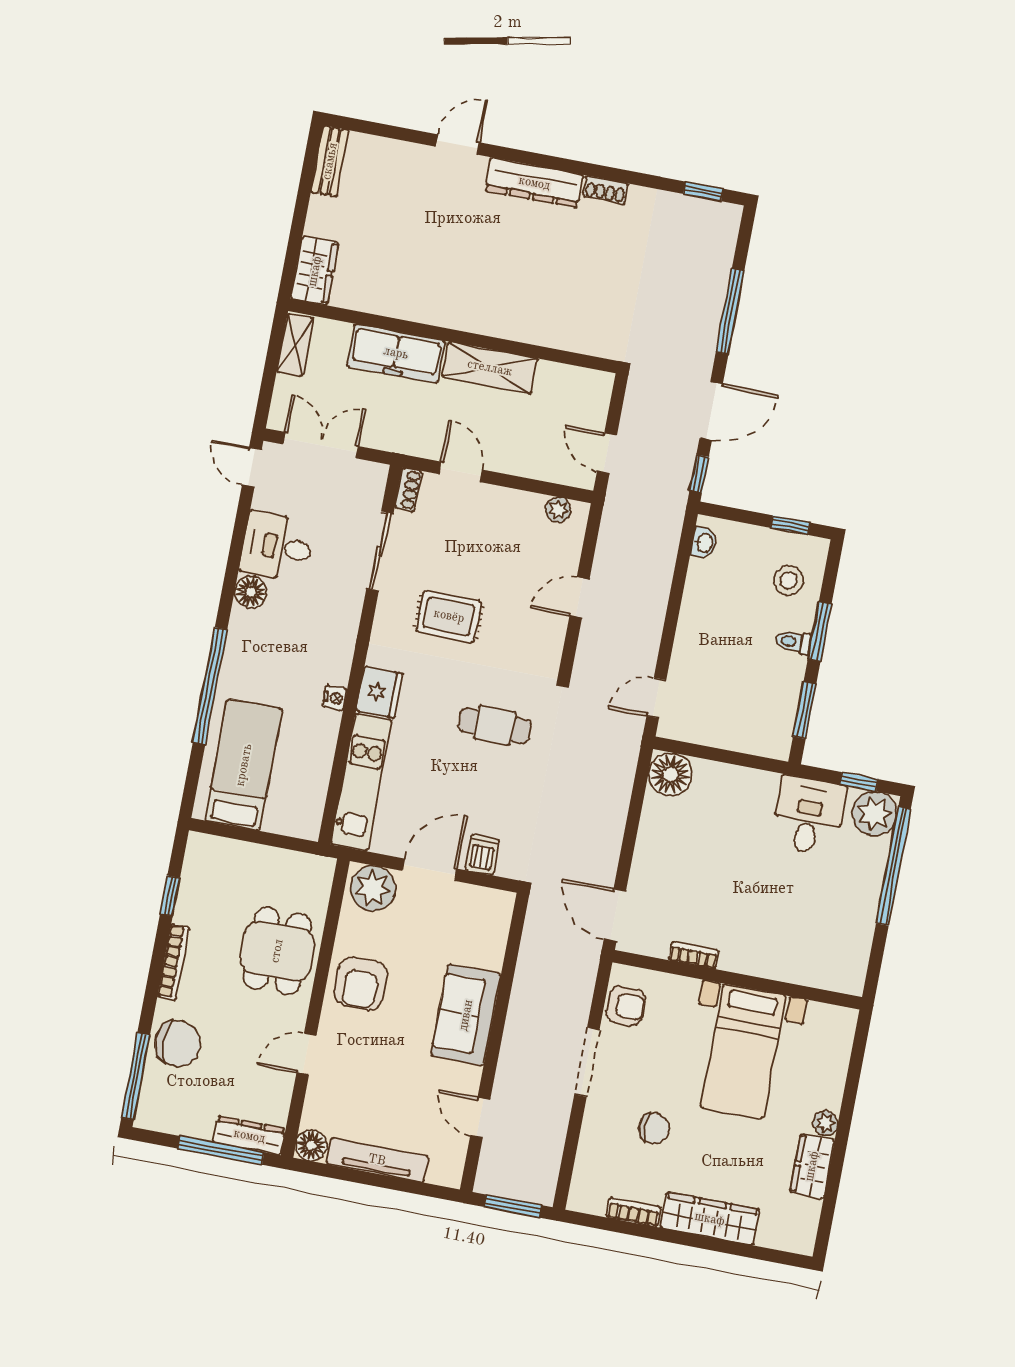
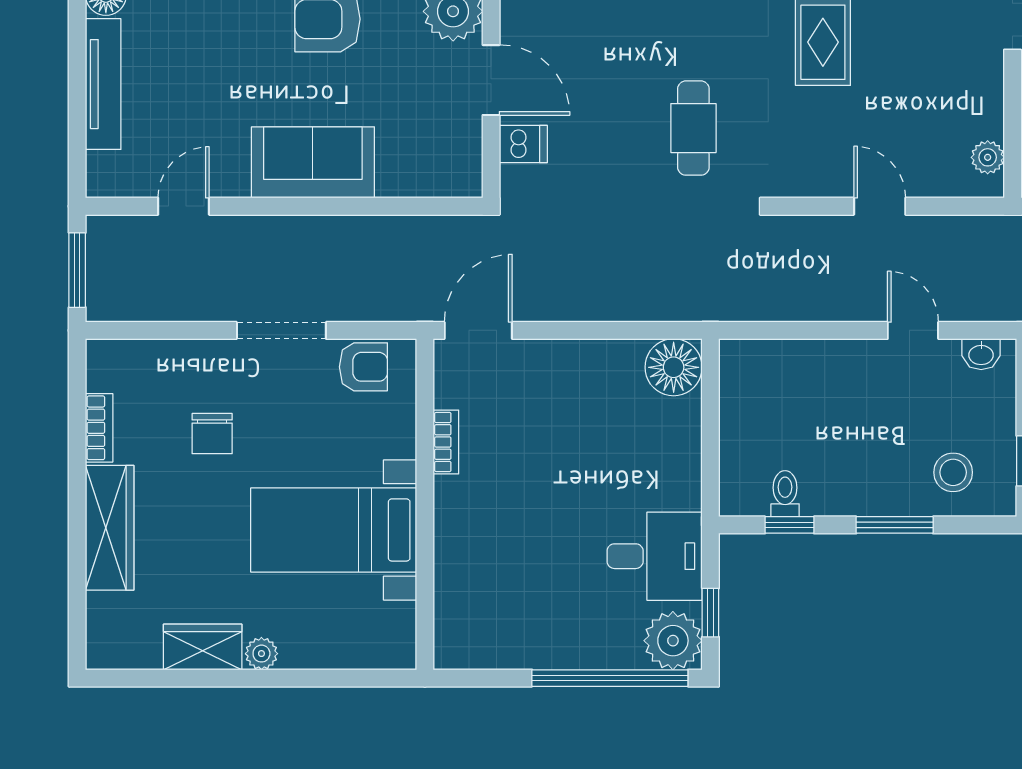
toilet: (793, 642) -> (785, 494), moved
door: (656, 698) -> (913, 330), moved
window: (805, 710) -> (789, 525), width x0.67
armchair: (626, 1006) -> (363, 367), turned -90

